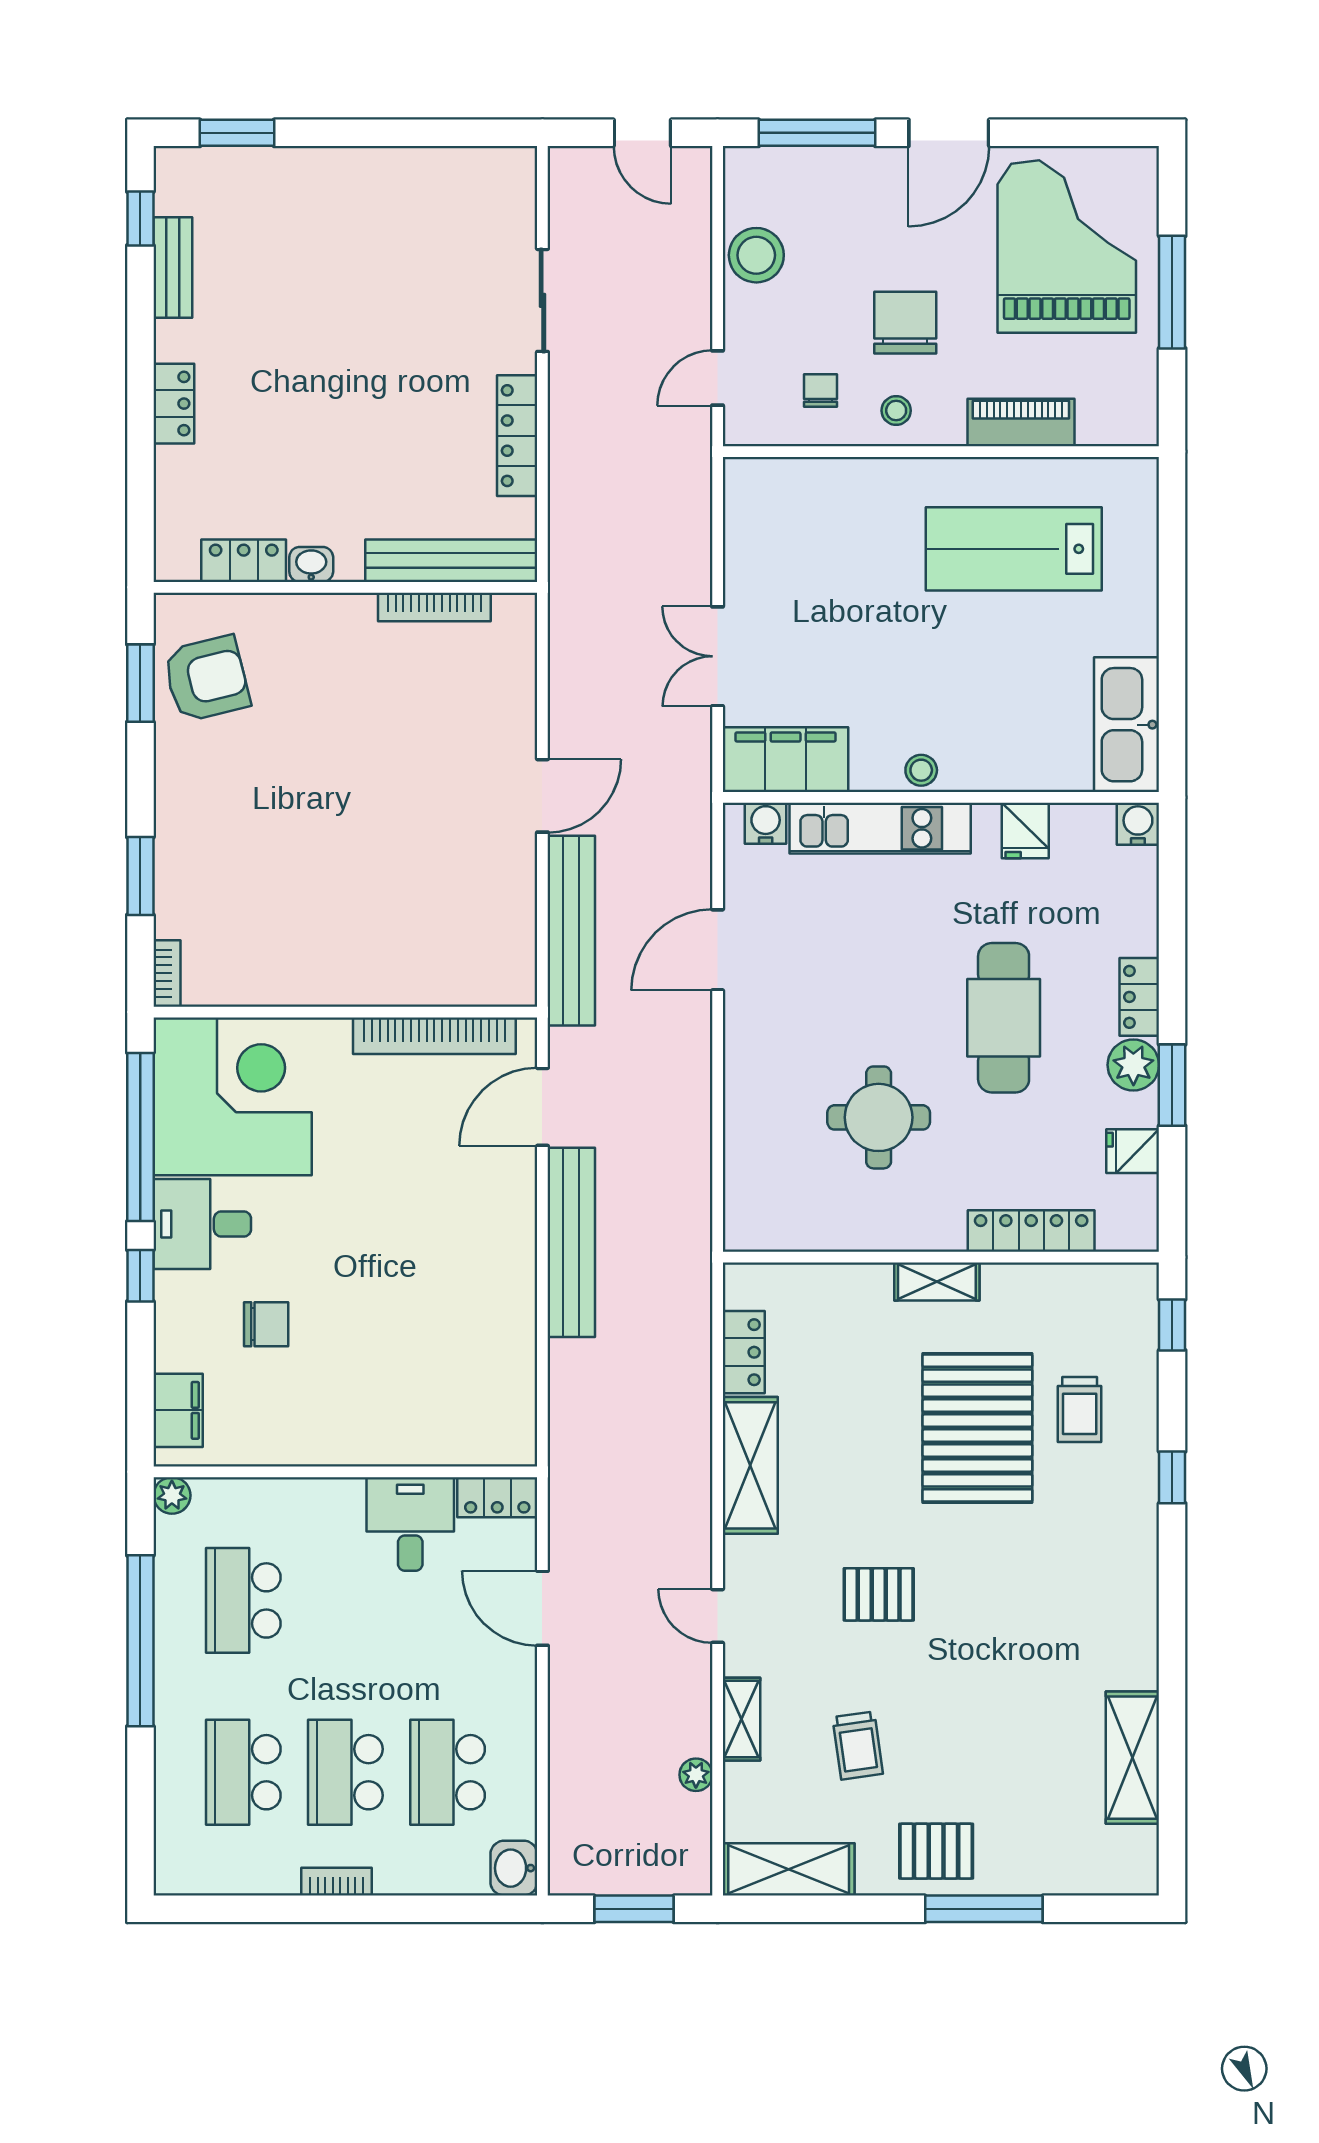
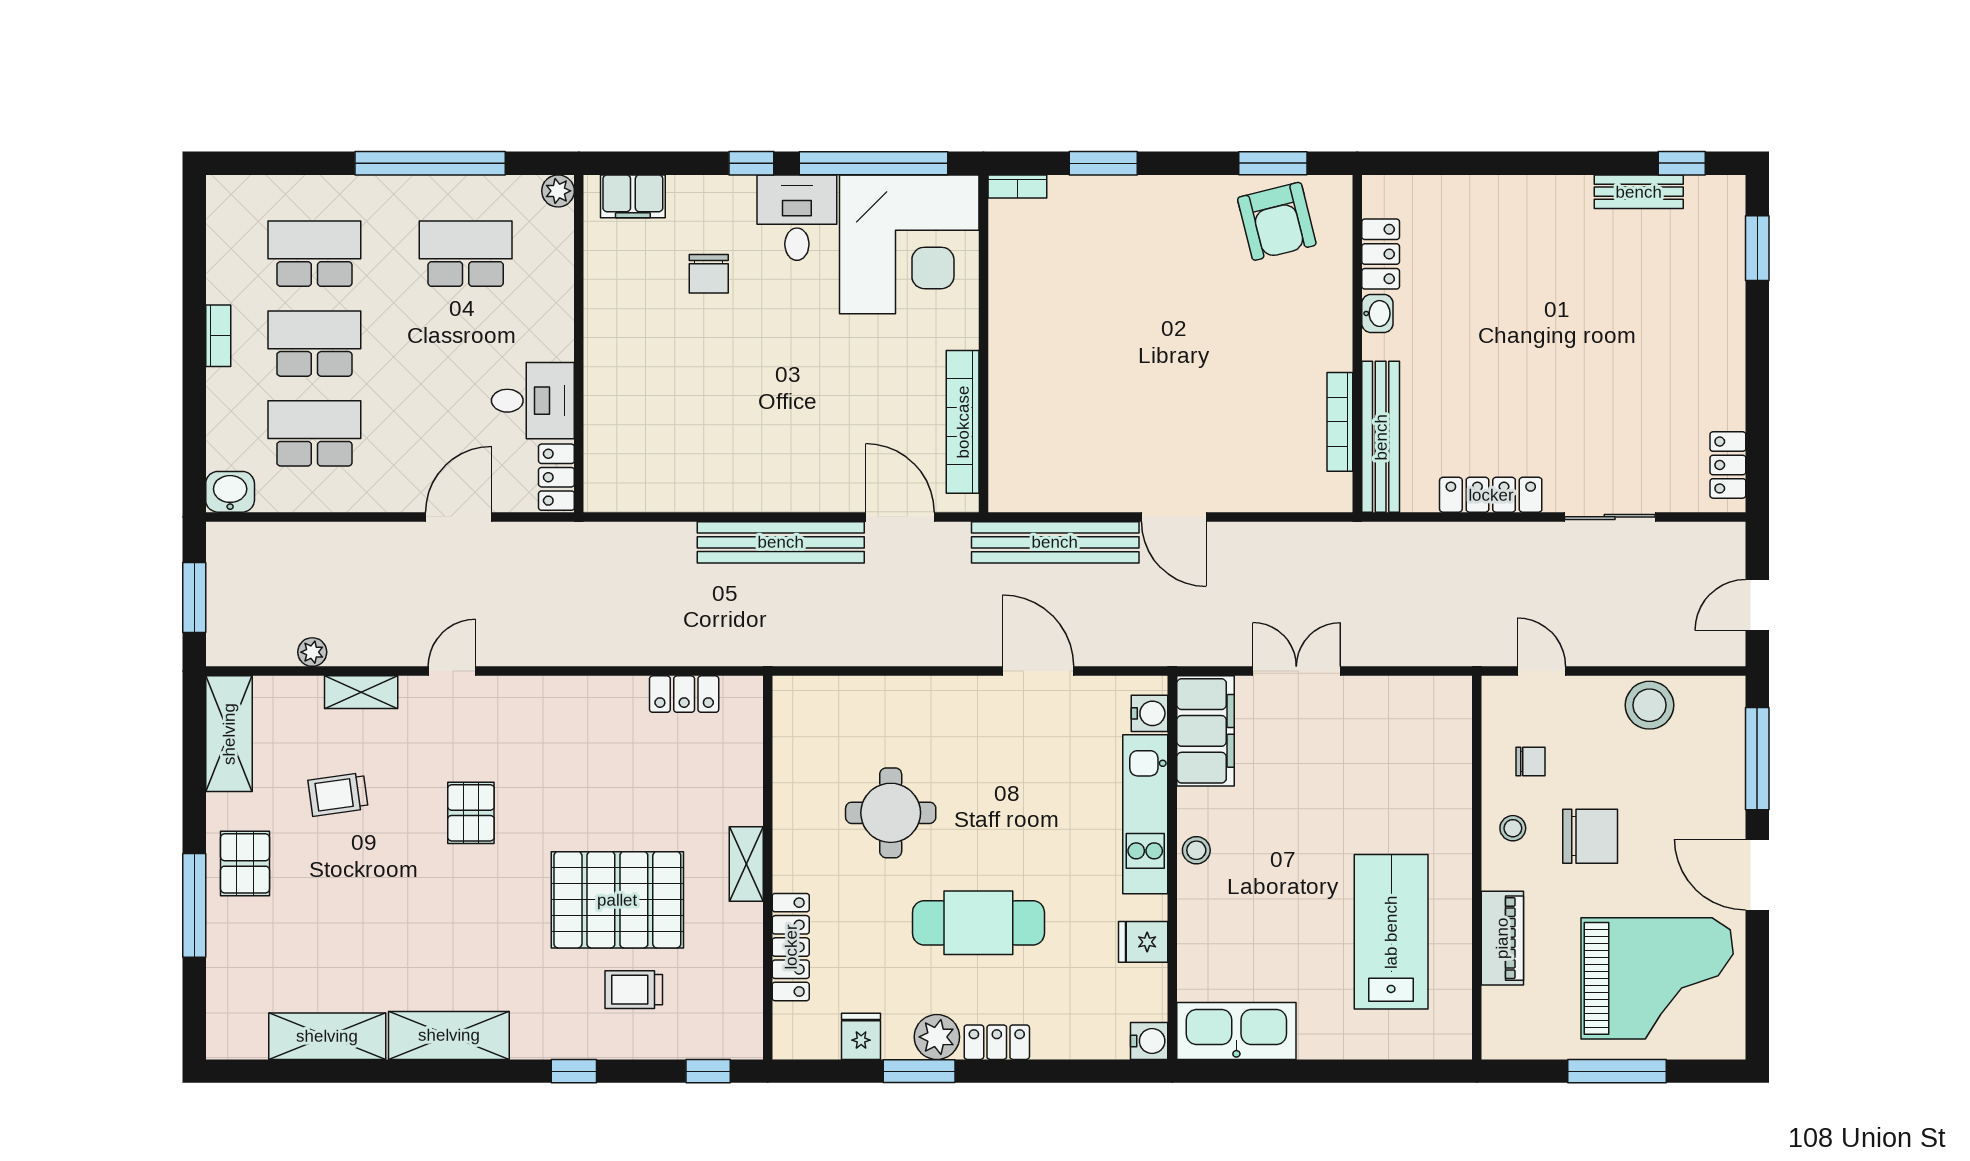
locker: (174, 404) -> (1728, 465), moved, turned 90
shelving: (750, 1465) -> (449, 1035), moved

